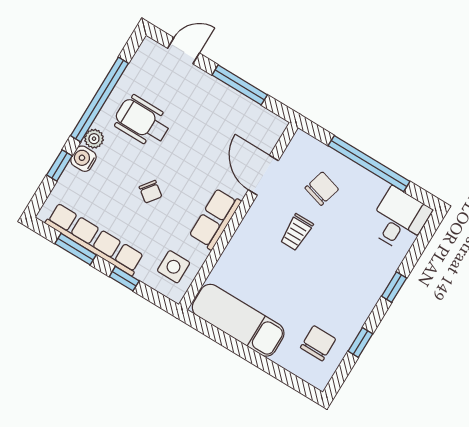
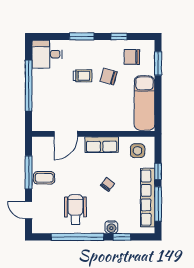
coffee table: (218, 103) -> (44, 178), added
wheelchair: (142, 121) -> (75, 209), turned 180
plant: (94, 139) -> (98, 228), removed
chair: (322, 189) -> (109, 76), moved
trolley: (297, 232) -> (83, 76), moved
window: (76, 249) -> (158, 204), width x1.44
window: (394, 287) -> (82, 36), width x1.50
window: (285, 376) -> (158, 63), added

